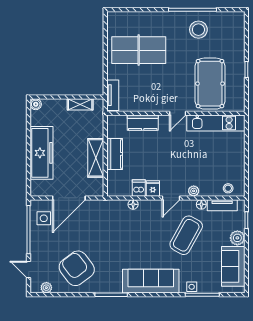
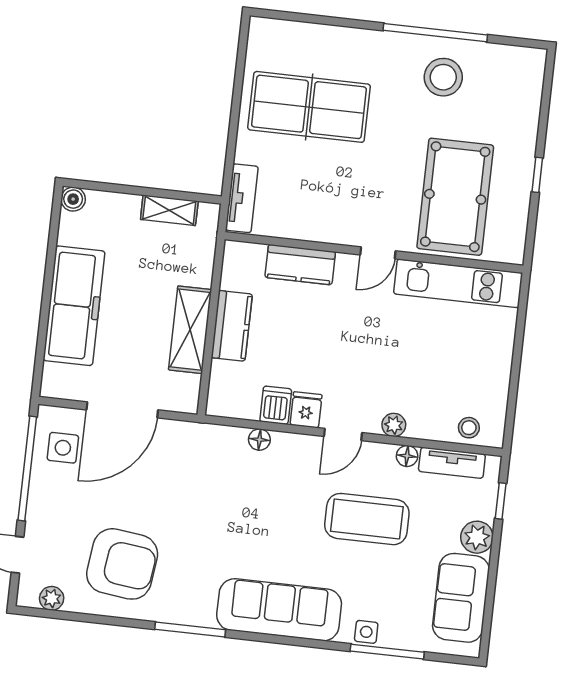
coffee table: (186, 235) -> (367, 519), turned 61
armchair: (77, 268) -> (122, 564), turned 134

